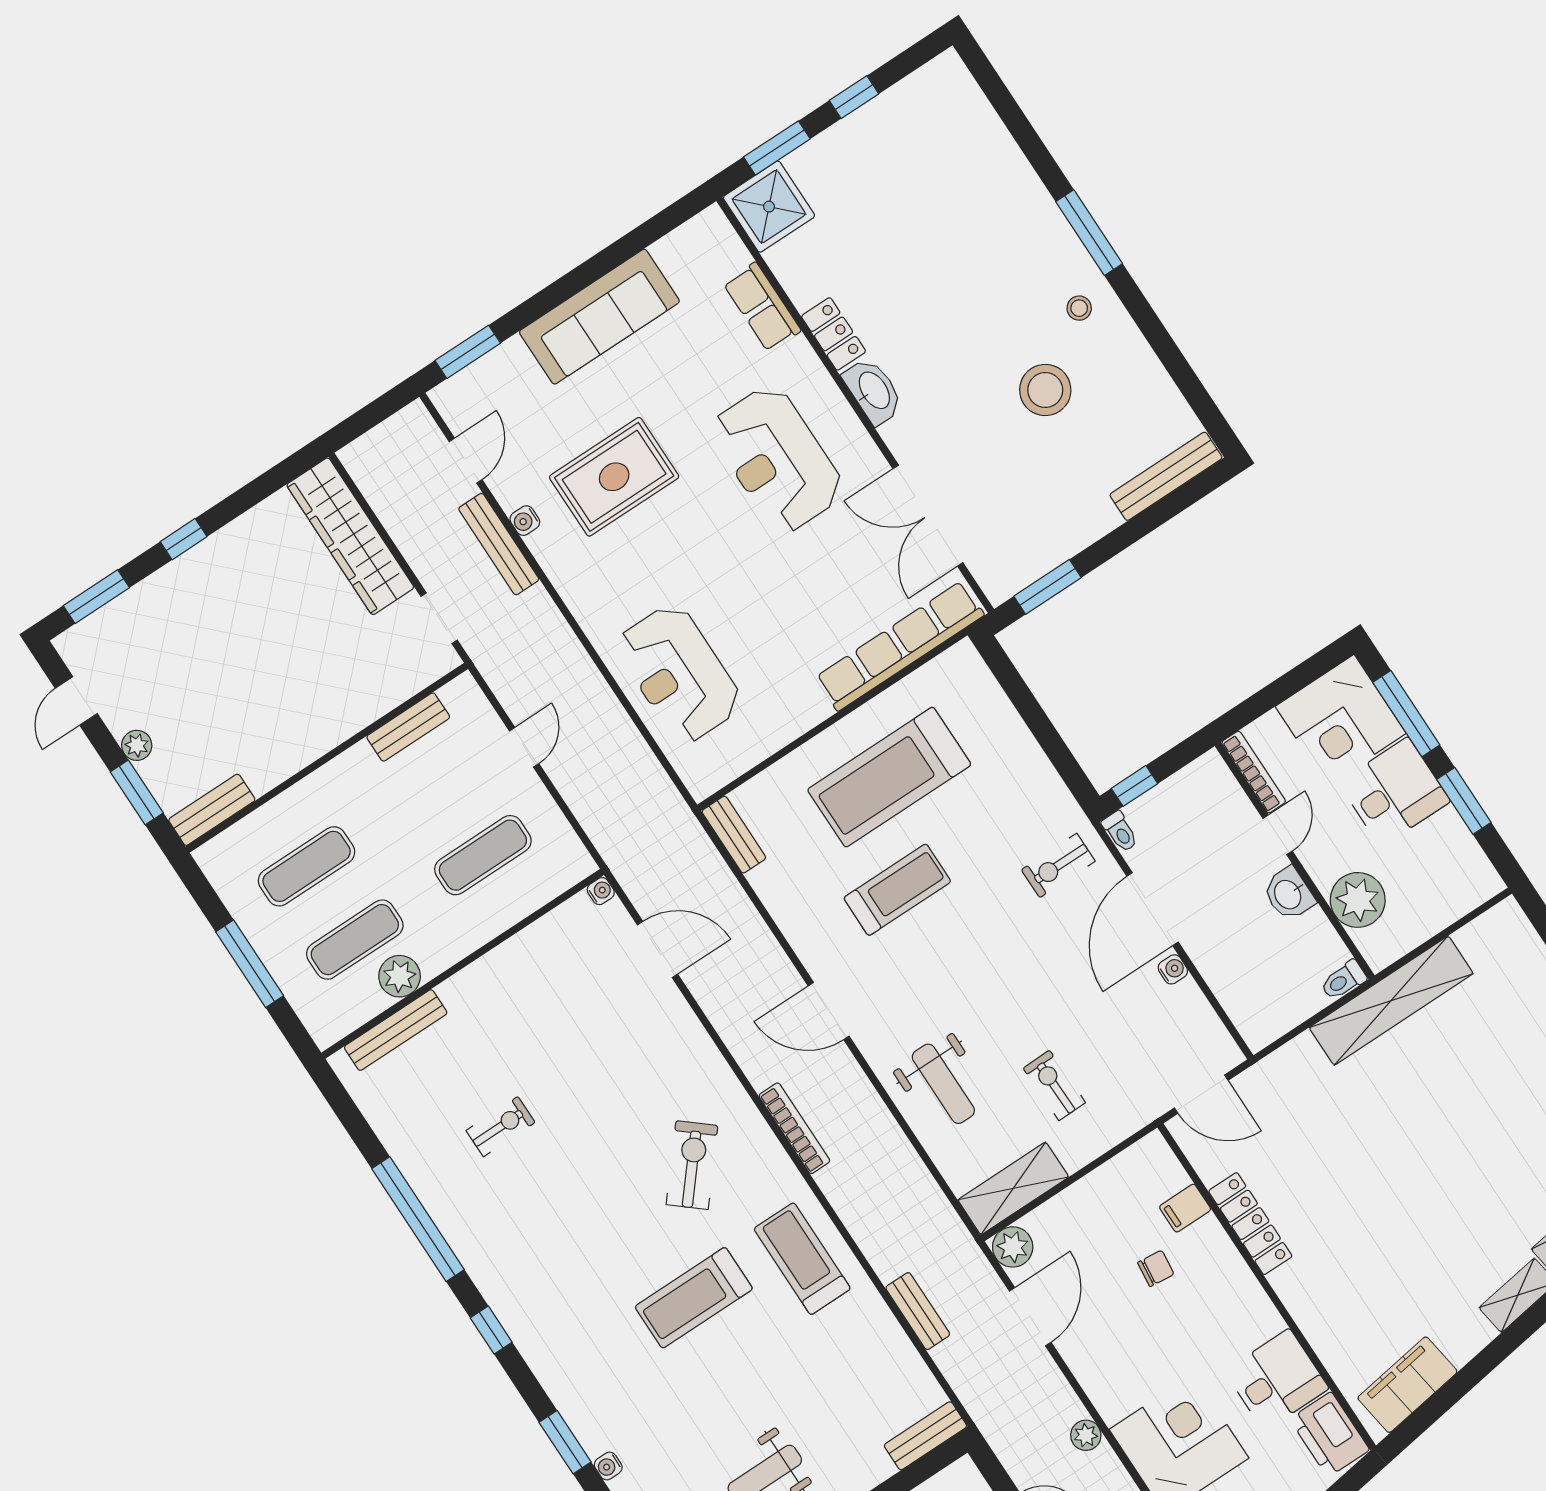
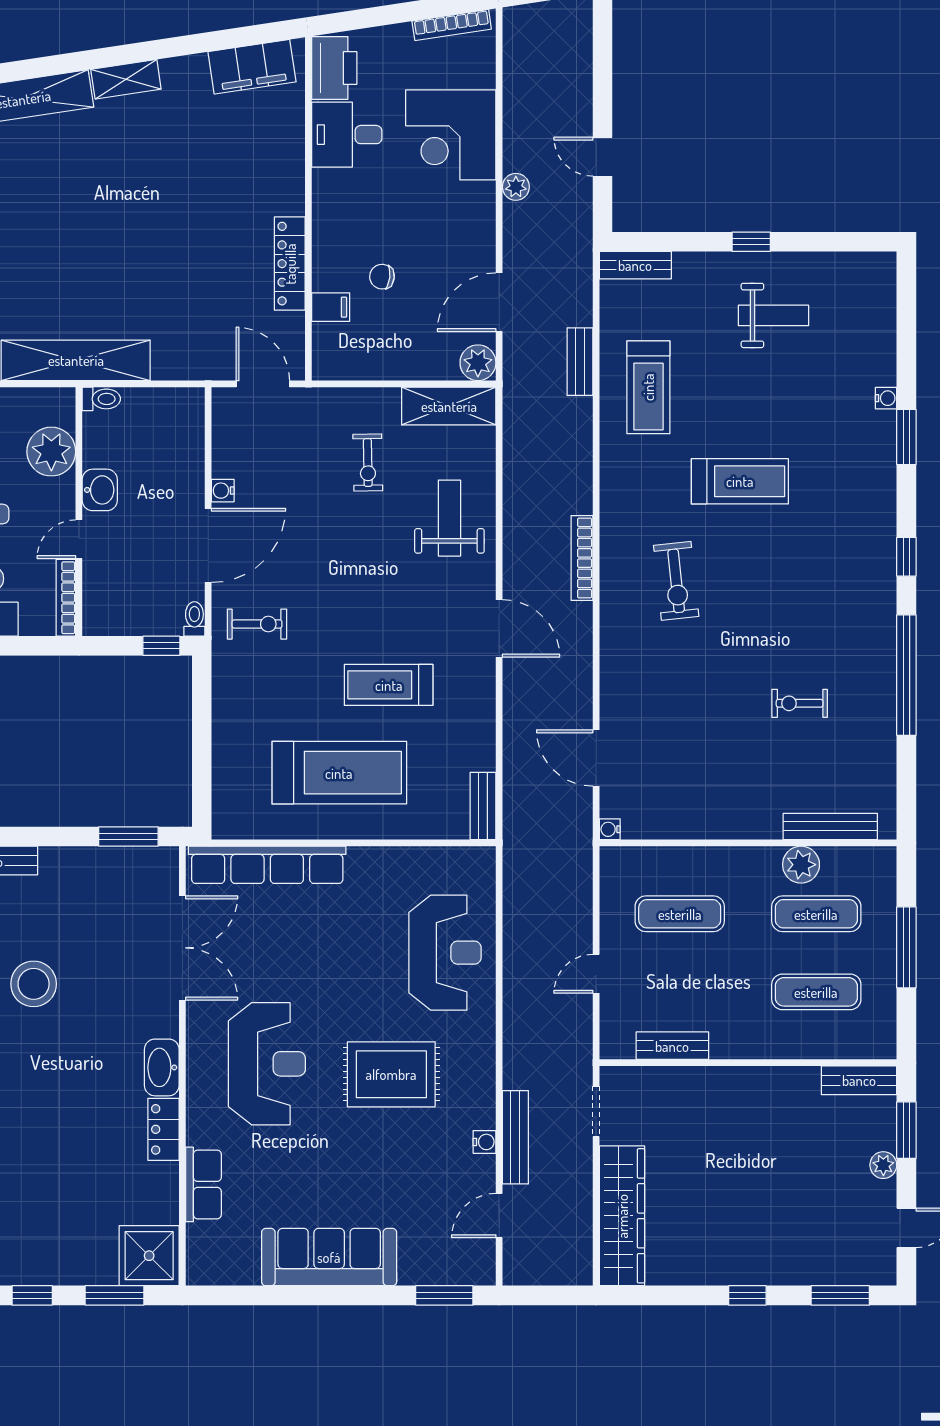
rug: (614, 477) -> (391, 1074), moved
exercise bike: (692, 1165) -> (676, 581), turned -46
treadmill: (802, 1259) -> (648, 387), moved

